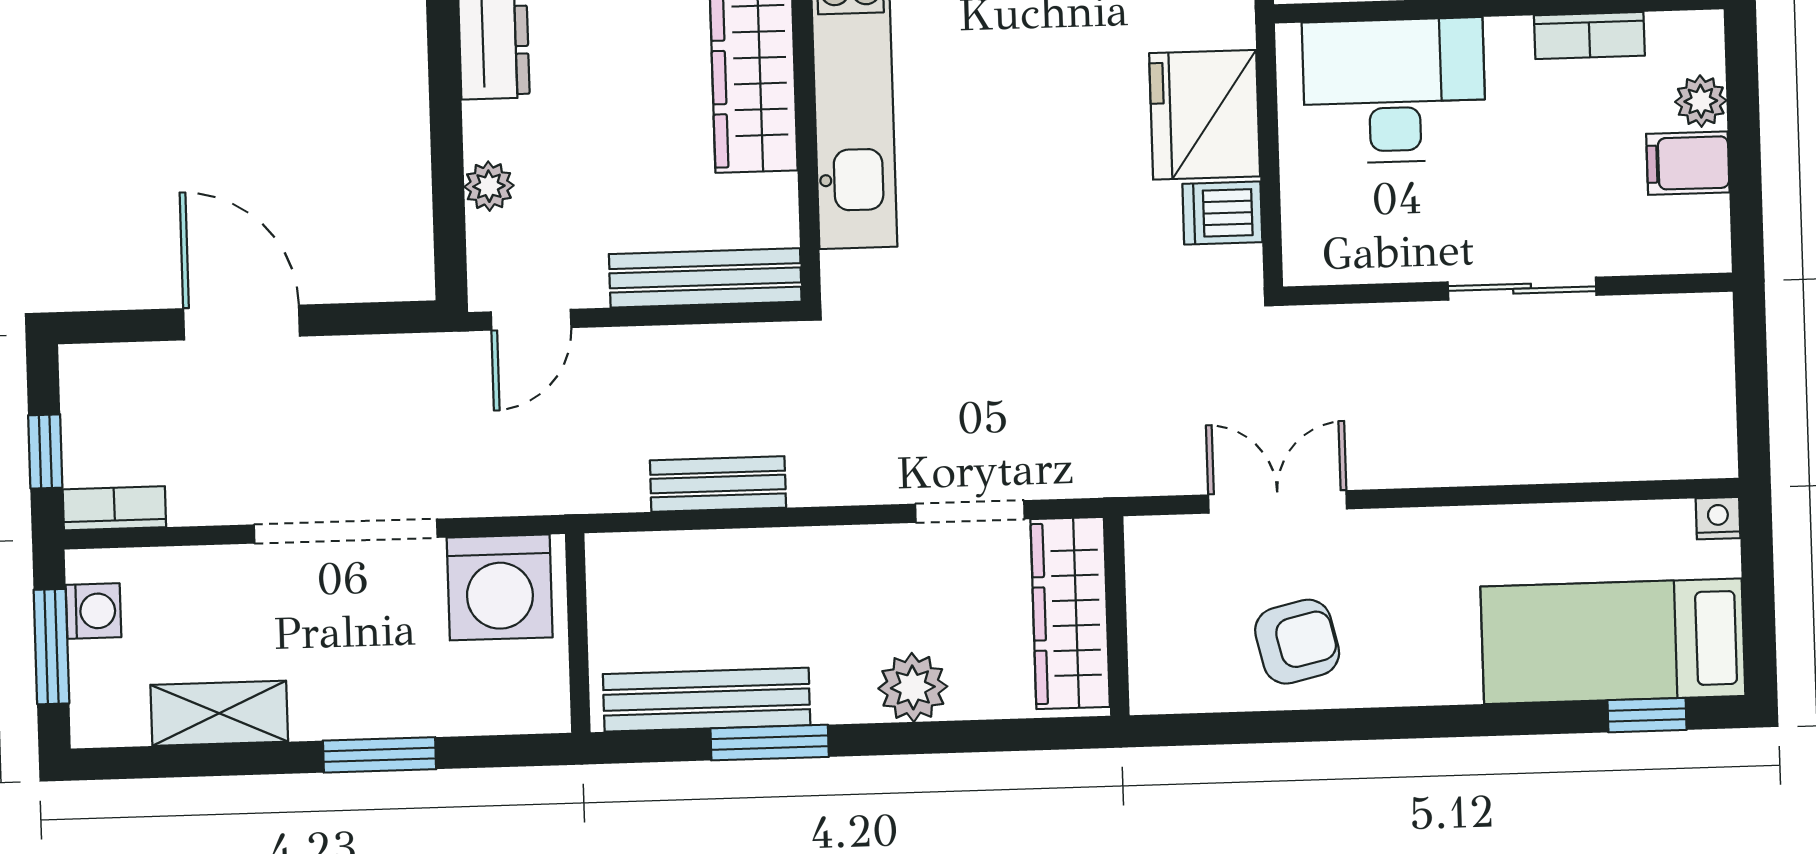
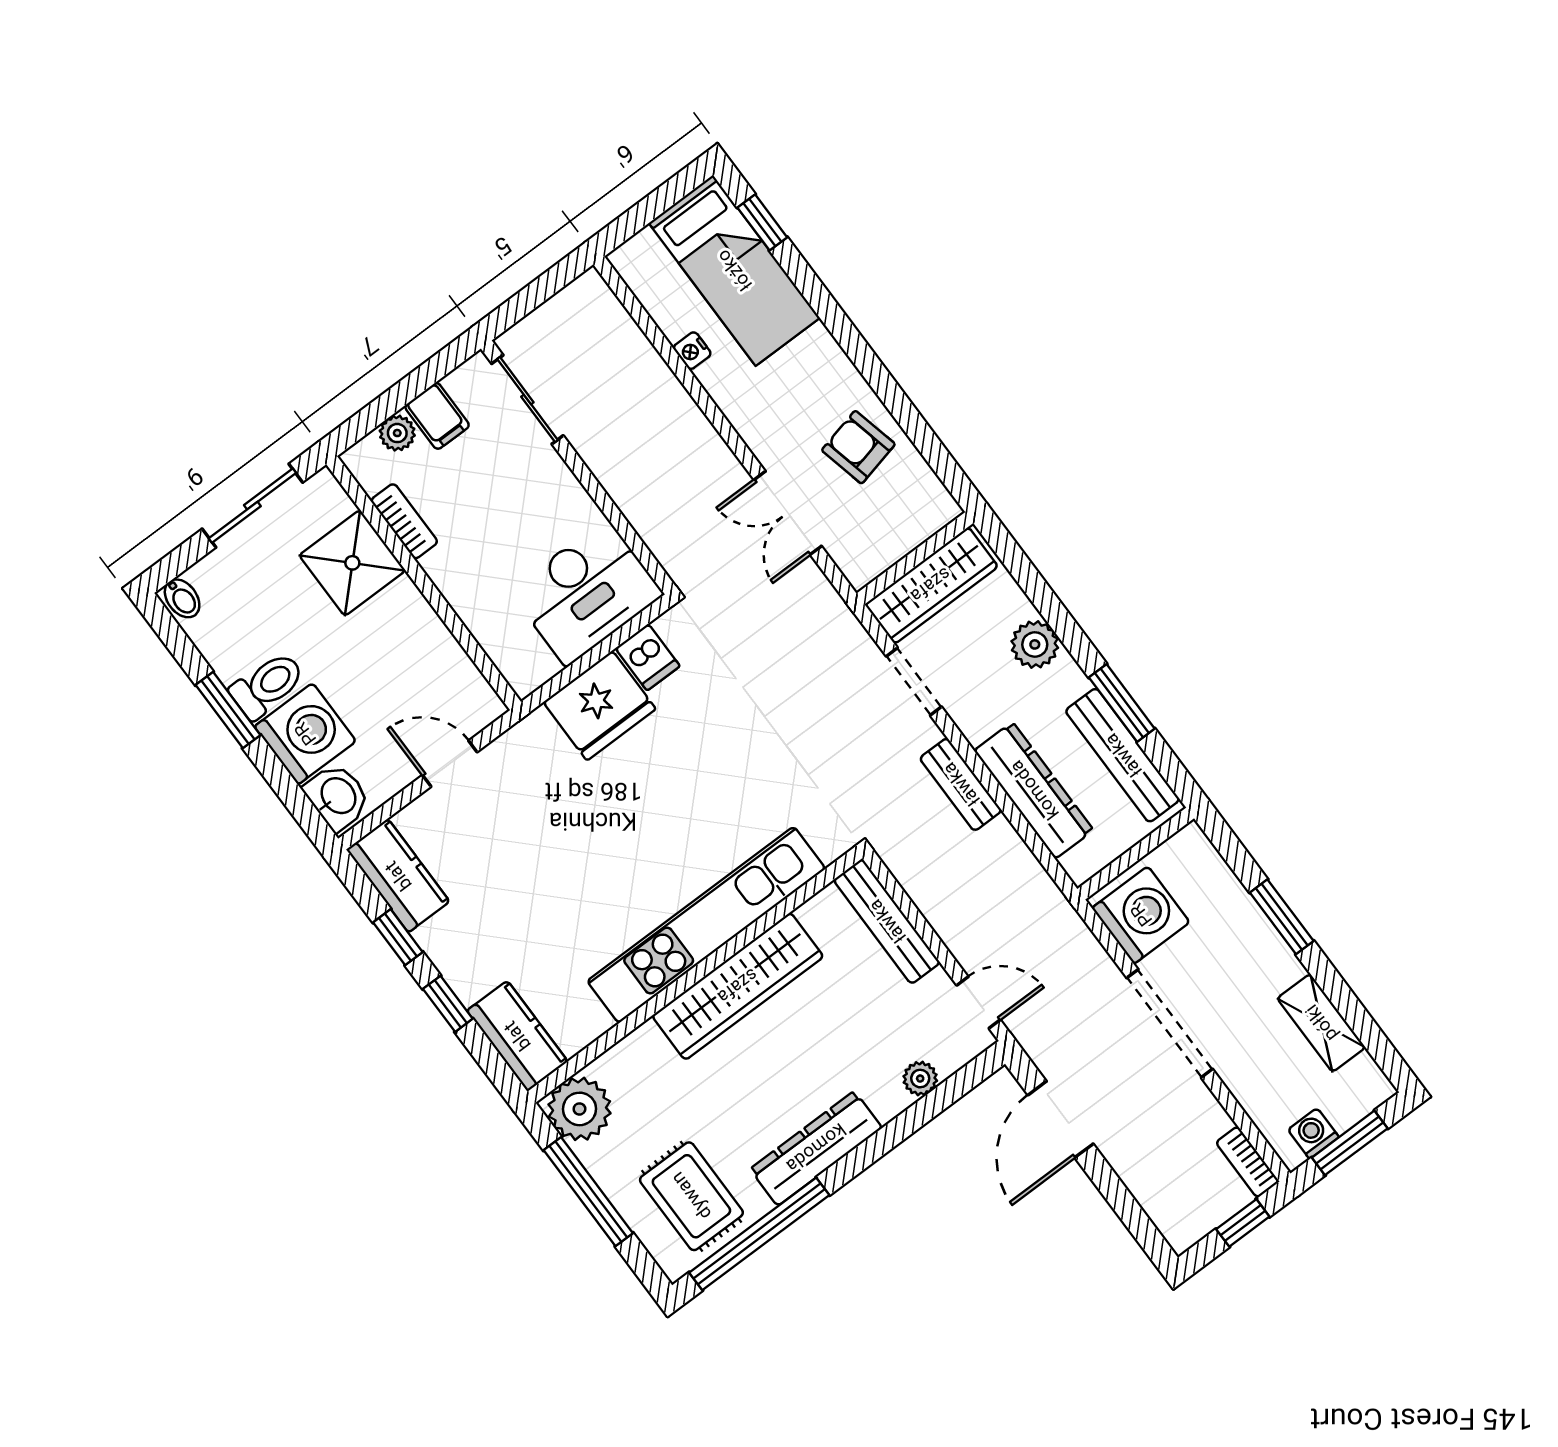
desk: (1394, 91) -> (586, 593), moved, turned -90
sliding door: (1522, 289) -> (527, 400), moved
door: (241, 322) -> (1061, 1119), moved
bench: (718, 484) -> (961, 784), moved
nightstand: (1718, 518) -> (692, 351), moved
dresser: (739, 564) -> (1034, 790), added

